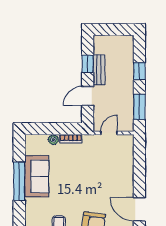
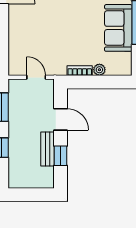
door: (88, 96) -> (60, 119), hinge flipped
door: (109, 133) -> (36, 77), swing flipped

